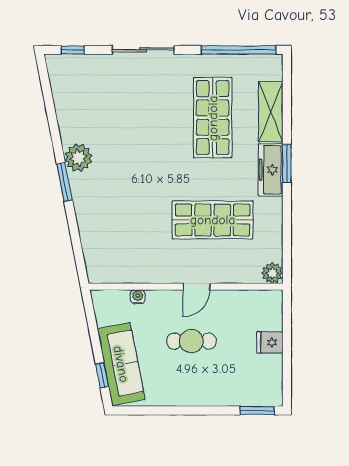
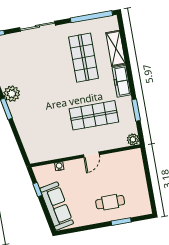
window: (287, 164) -> (136, 110), moved
cafe table: (191, 341) -> (110, 202), moved
fridge: (270, 342) -> (138, 179), removed
window: (102, 375) -> (38, 190), moved
window: (257, 410) -> (121, 222), moved

